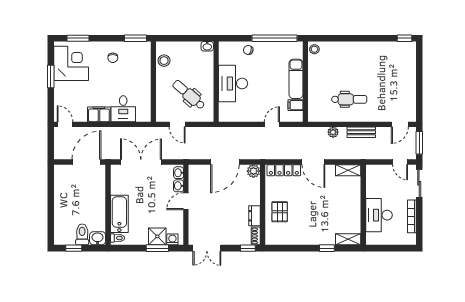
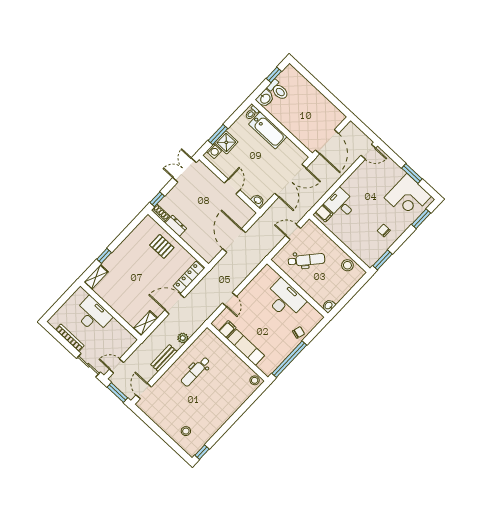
stool: (400, 65) -> (186, 431), added
filing cabinet: (99, 114) -> (324, 213), moved, width x0.50
plant: (253, 171) -> (208, 255), removed
washbasin: (178, 186) -> (248, 191), removed

